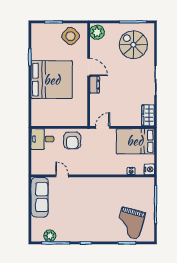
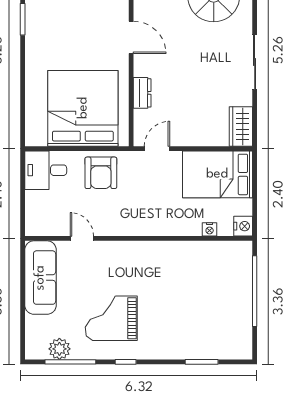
bed: (52, 80) -> (83, 108), moved, turned -90
dresser: (95, 85) -> (142, 93), moved
grand piano: (130, 223) -> (111, 318), moved, turned 74

